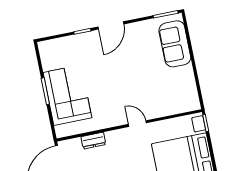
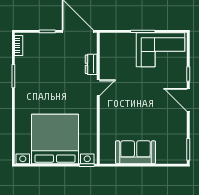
sofa: (175, 44) -> (136, 152), moved
corner sofa: (67, 95) -> (161, 50), moved
door: (137, 124) -> (98, 88), moved

